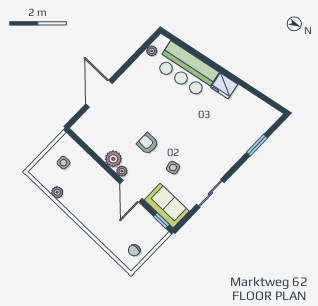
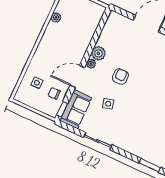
side table: (63, 163) -> (37, 83), moved
chair: (134, 250) -> (54, 93), moved

